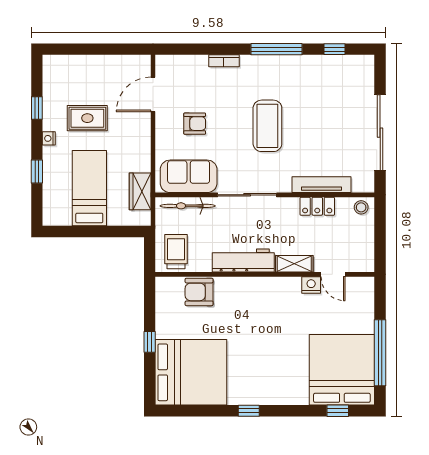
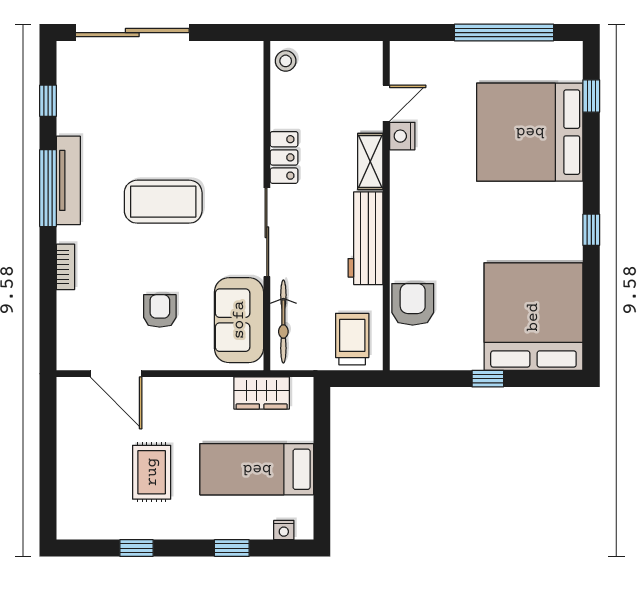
sliding door: (380, 133) -> (132, 33), moved
nightstand: (49, 138) -> (284, 530), moved
tv unit: (322, 185) -> (68, 180), moved, turned 180
locker: (317, 206) -> (284, 157), moved
trolley: (176, 252) -> (352, 339), turned 90
armchair: (199, 292) -> (413, 304), turned 180
bed: (342, 370) -> (530, 132), moved

